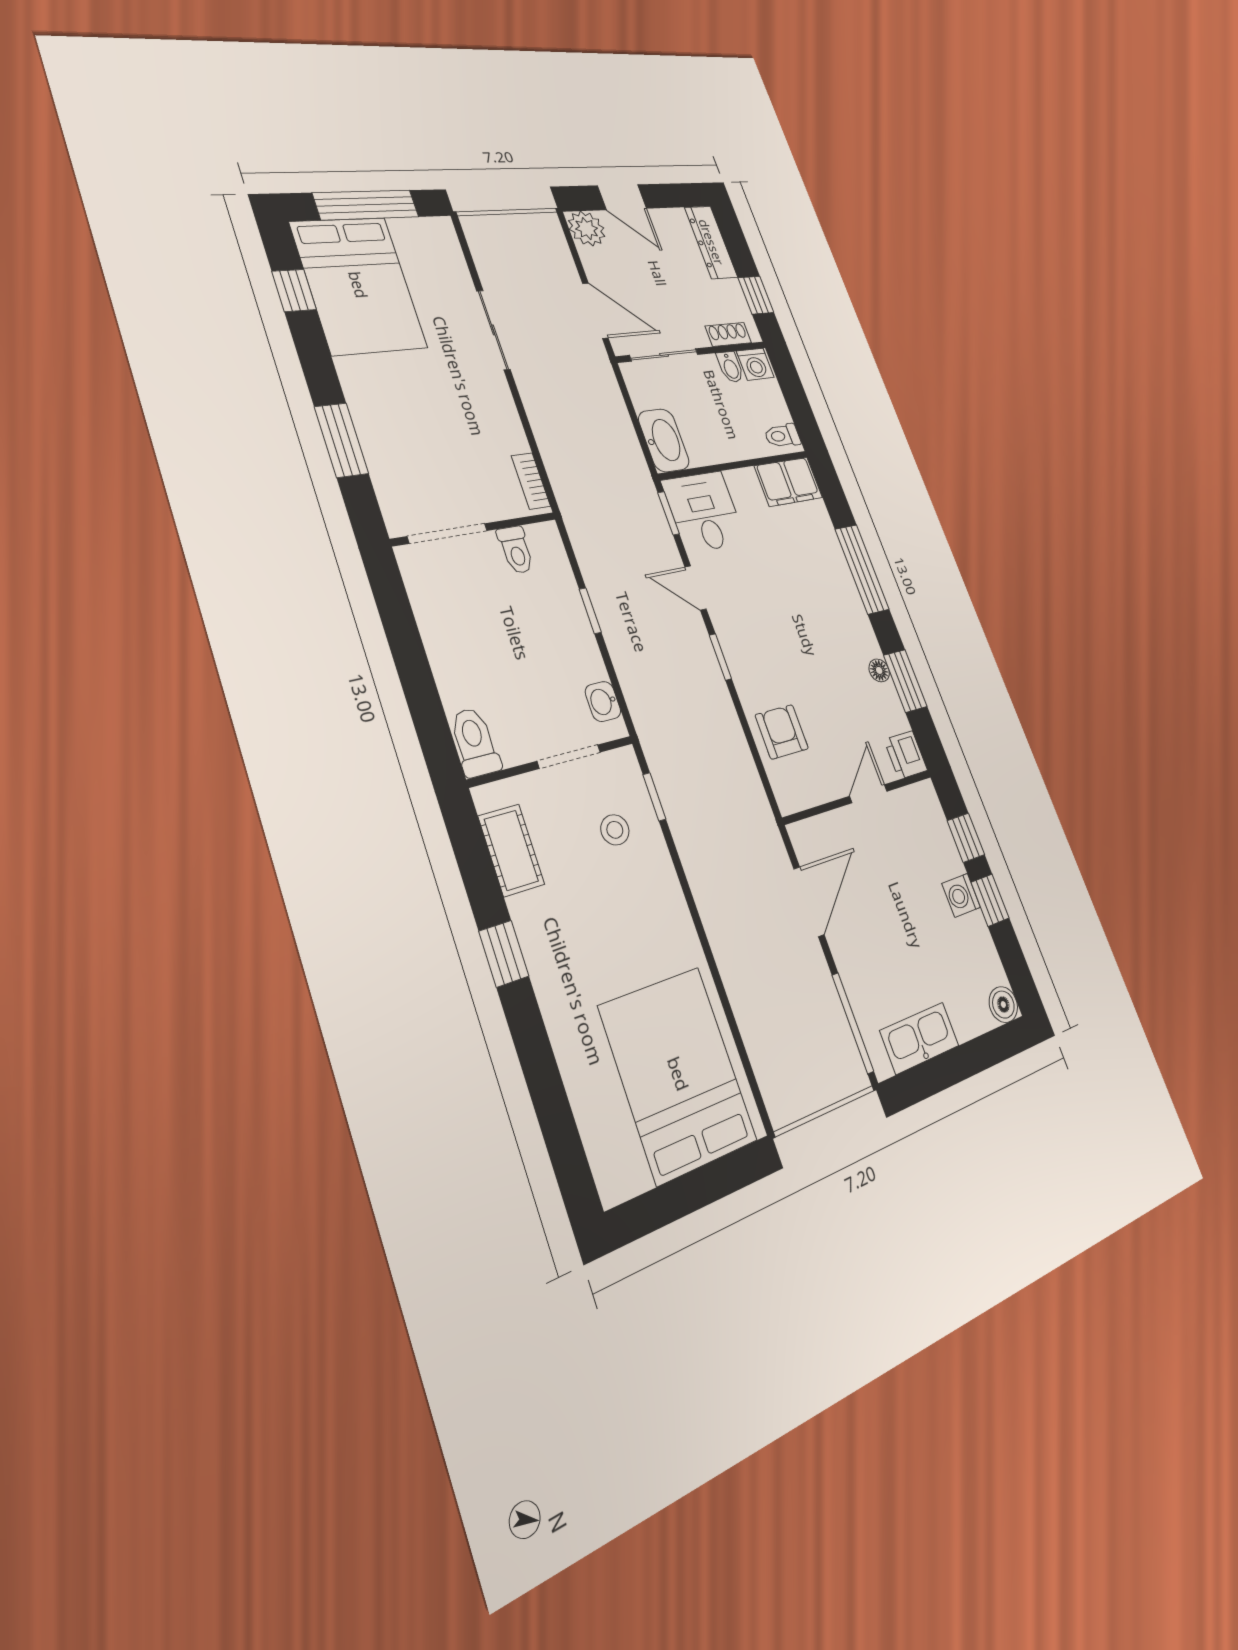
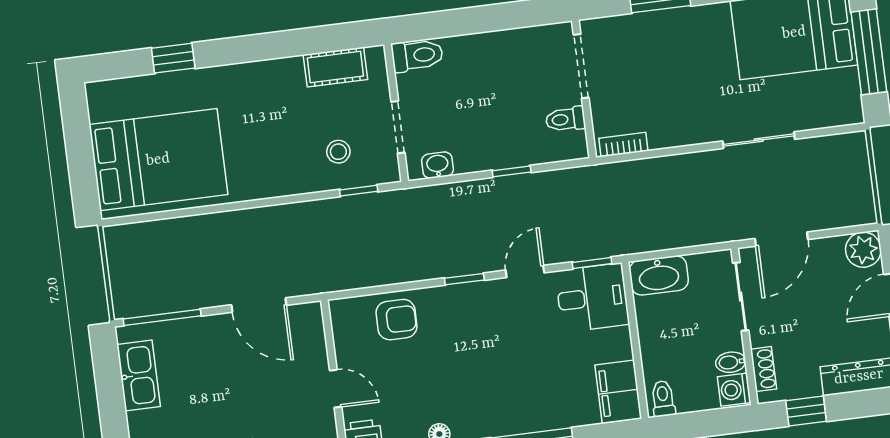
window: (504, 954) -> (173, 58), moved

